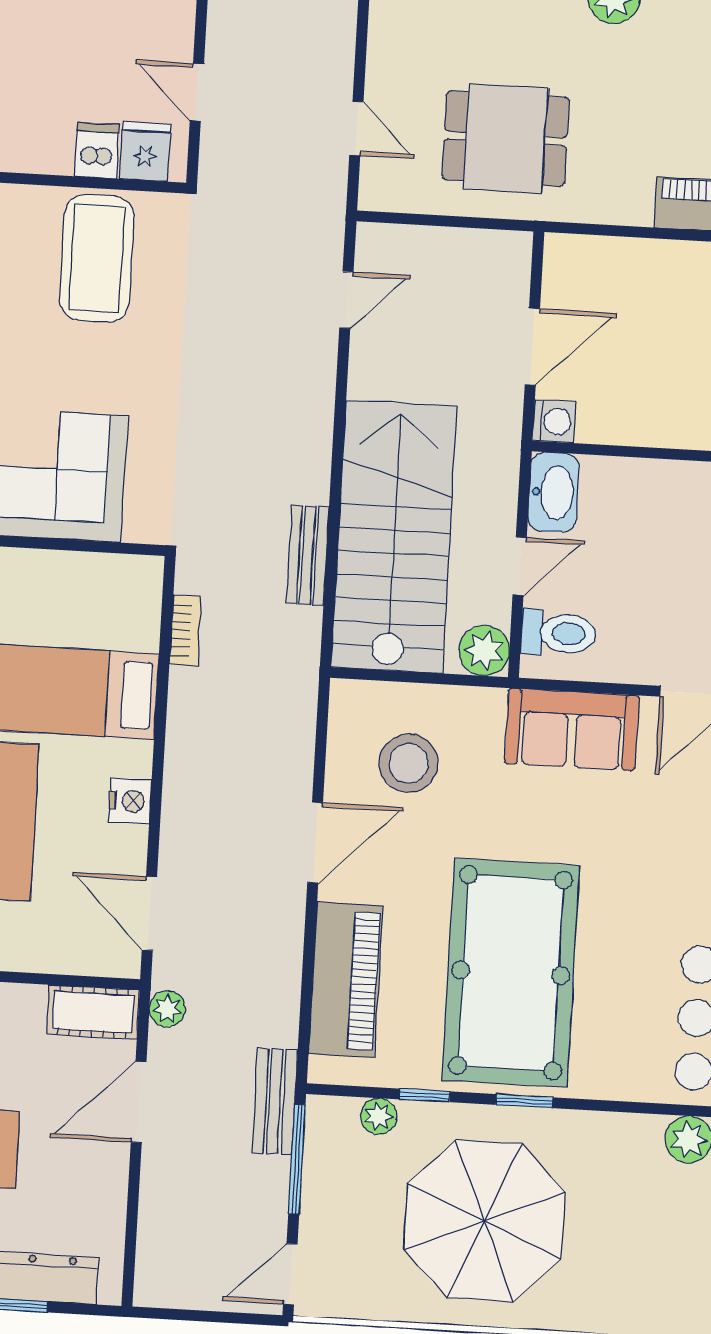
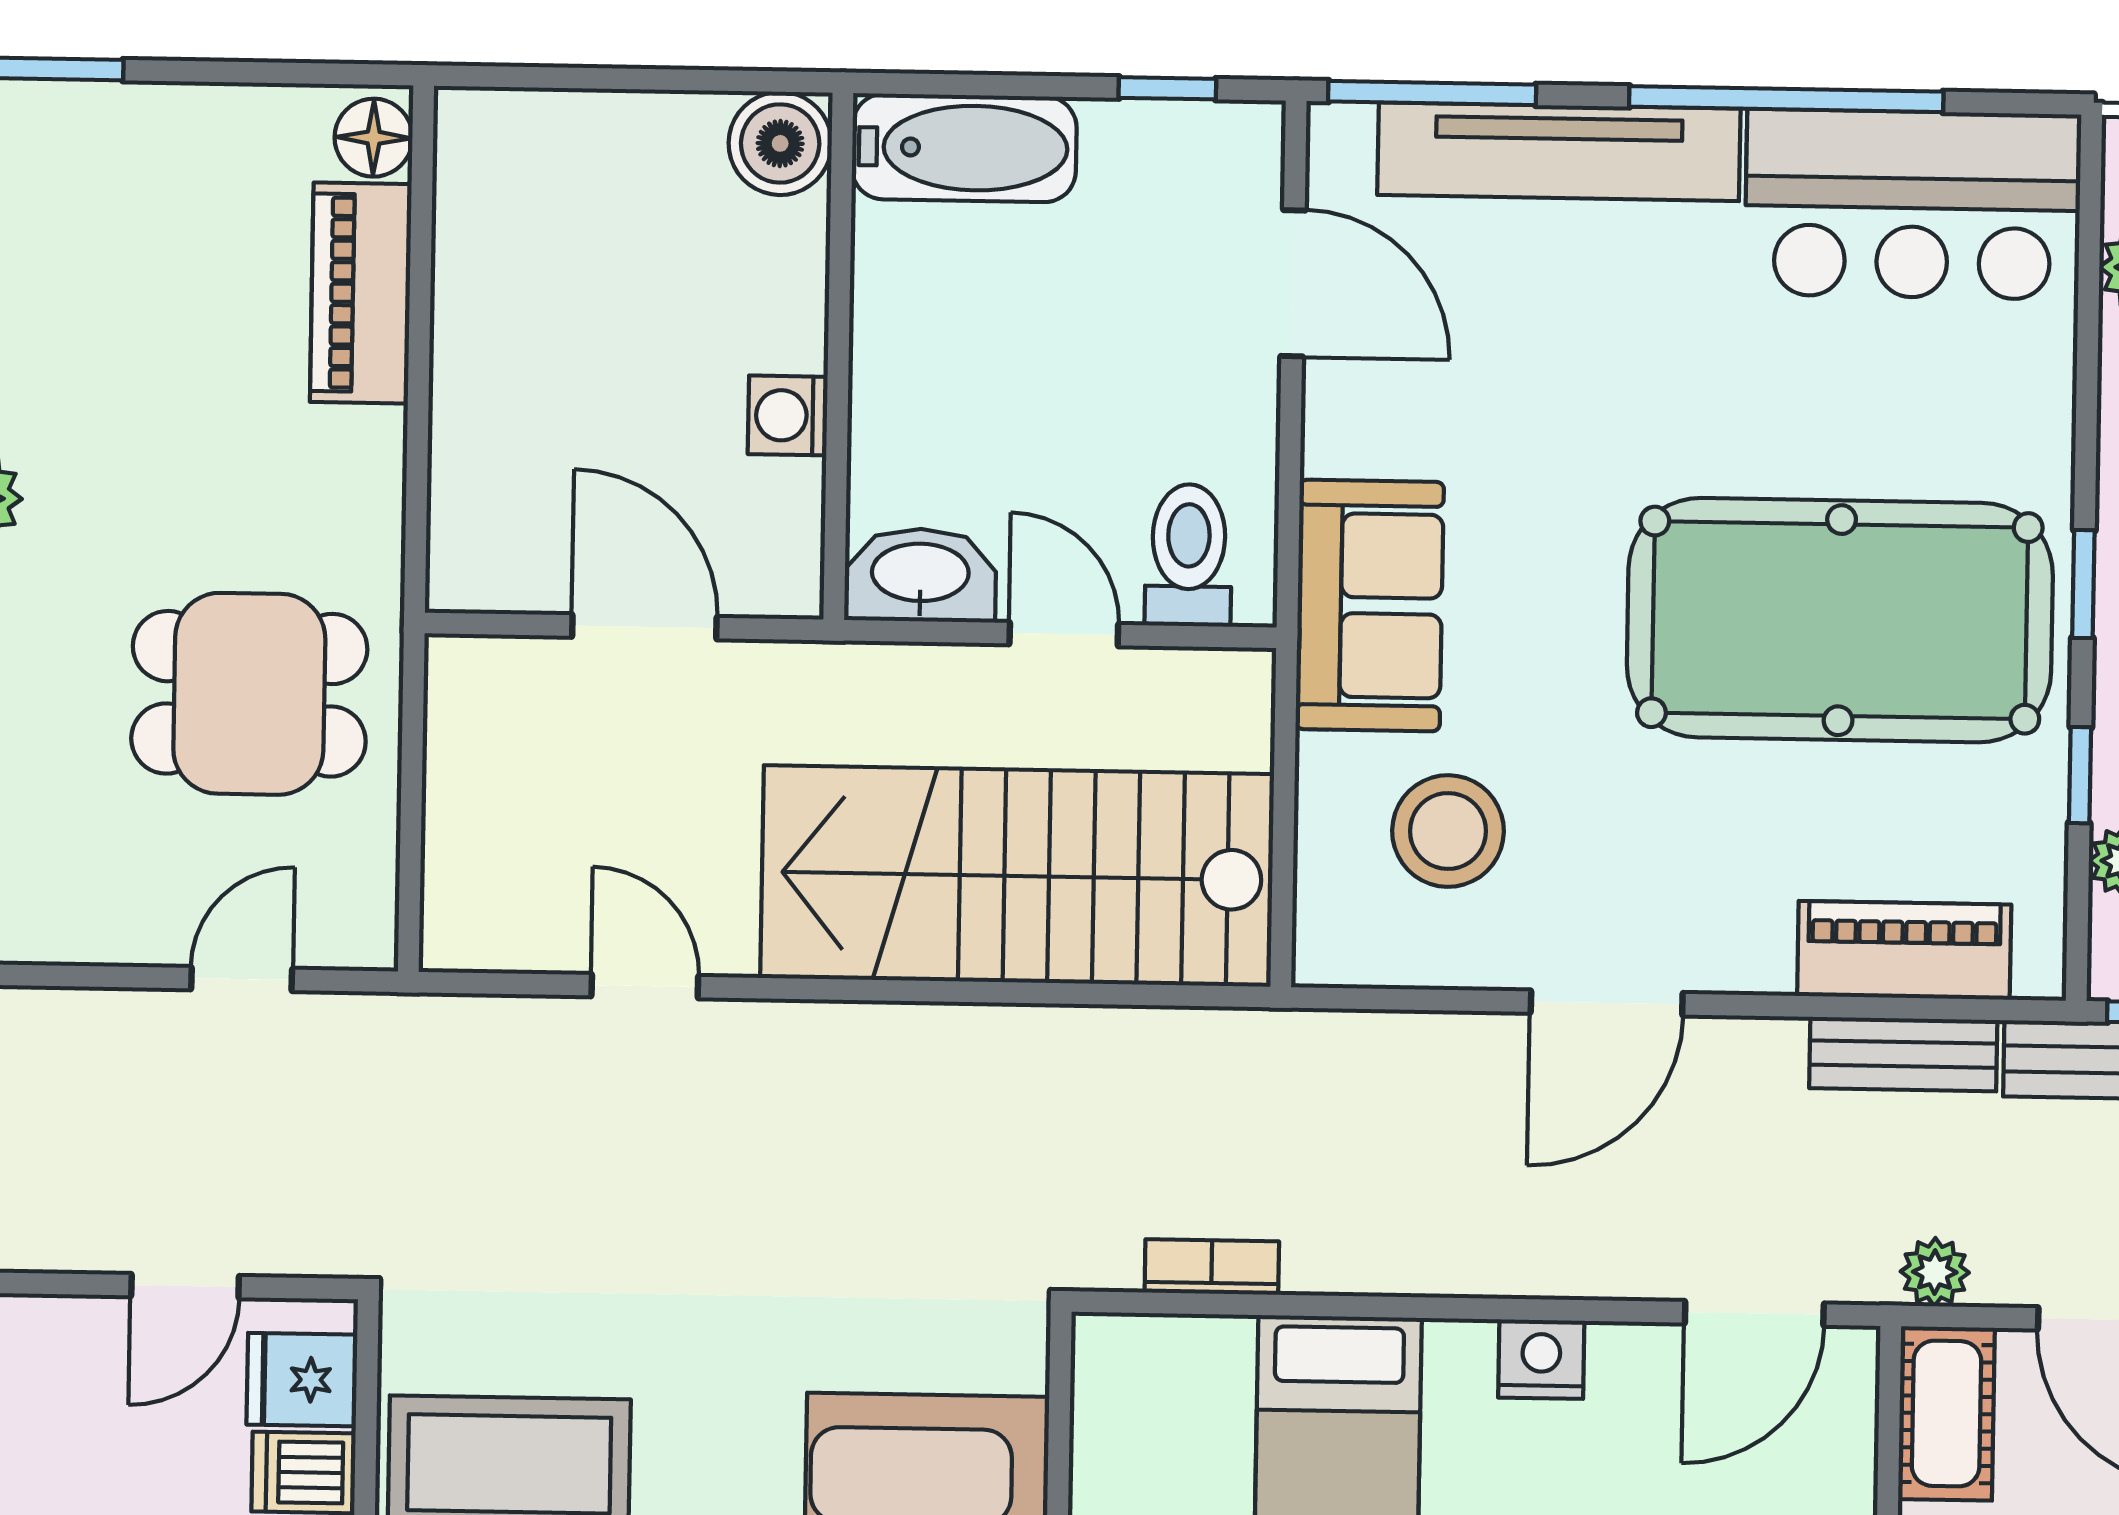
dining table: (506, 138) -> (249, 694), turned 90
door: (346, 300) -> (645, 986), moved
washing machine: (554, 421) -> (788, 415), moved, turned -90
bench: (308, 555) -> (1903, 1054), moved
plant: (484, 651) -> (1227, 695), removed
sofa: (572, 729) -> (1370, 606), moved
door: (315, 843) -> (1607, 1003), swing flipped
piano: (346, 980) -> (1904, 950), width x0.73, depth x0.75

